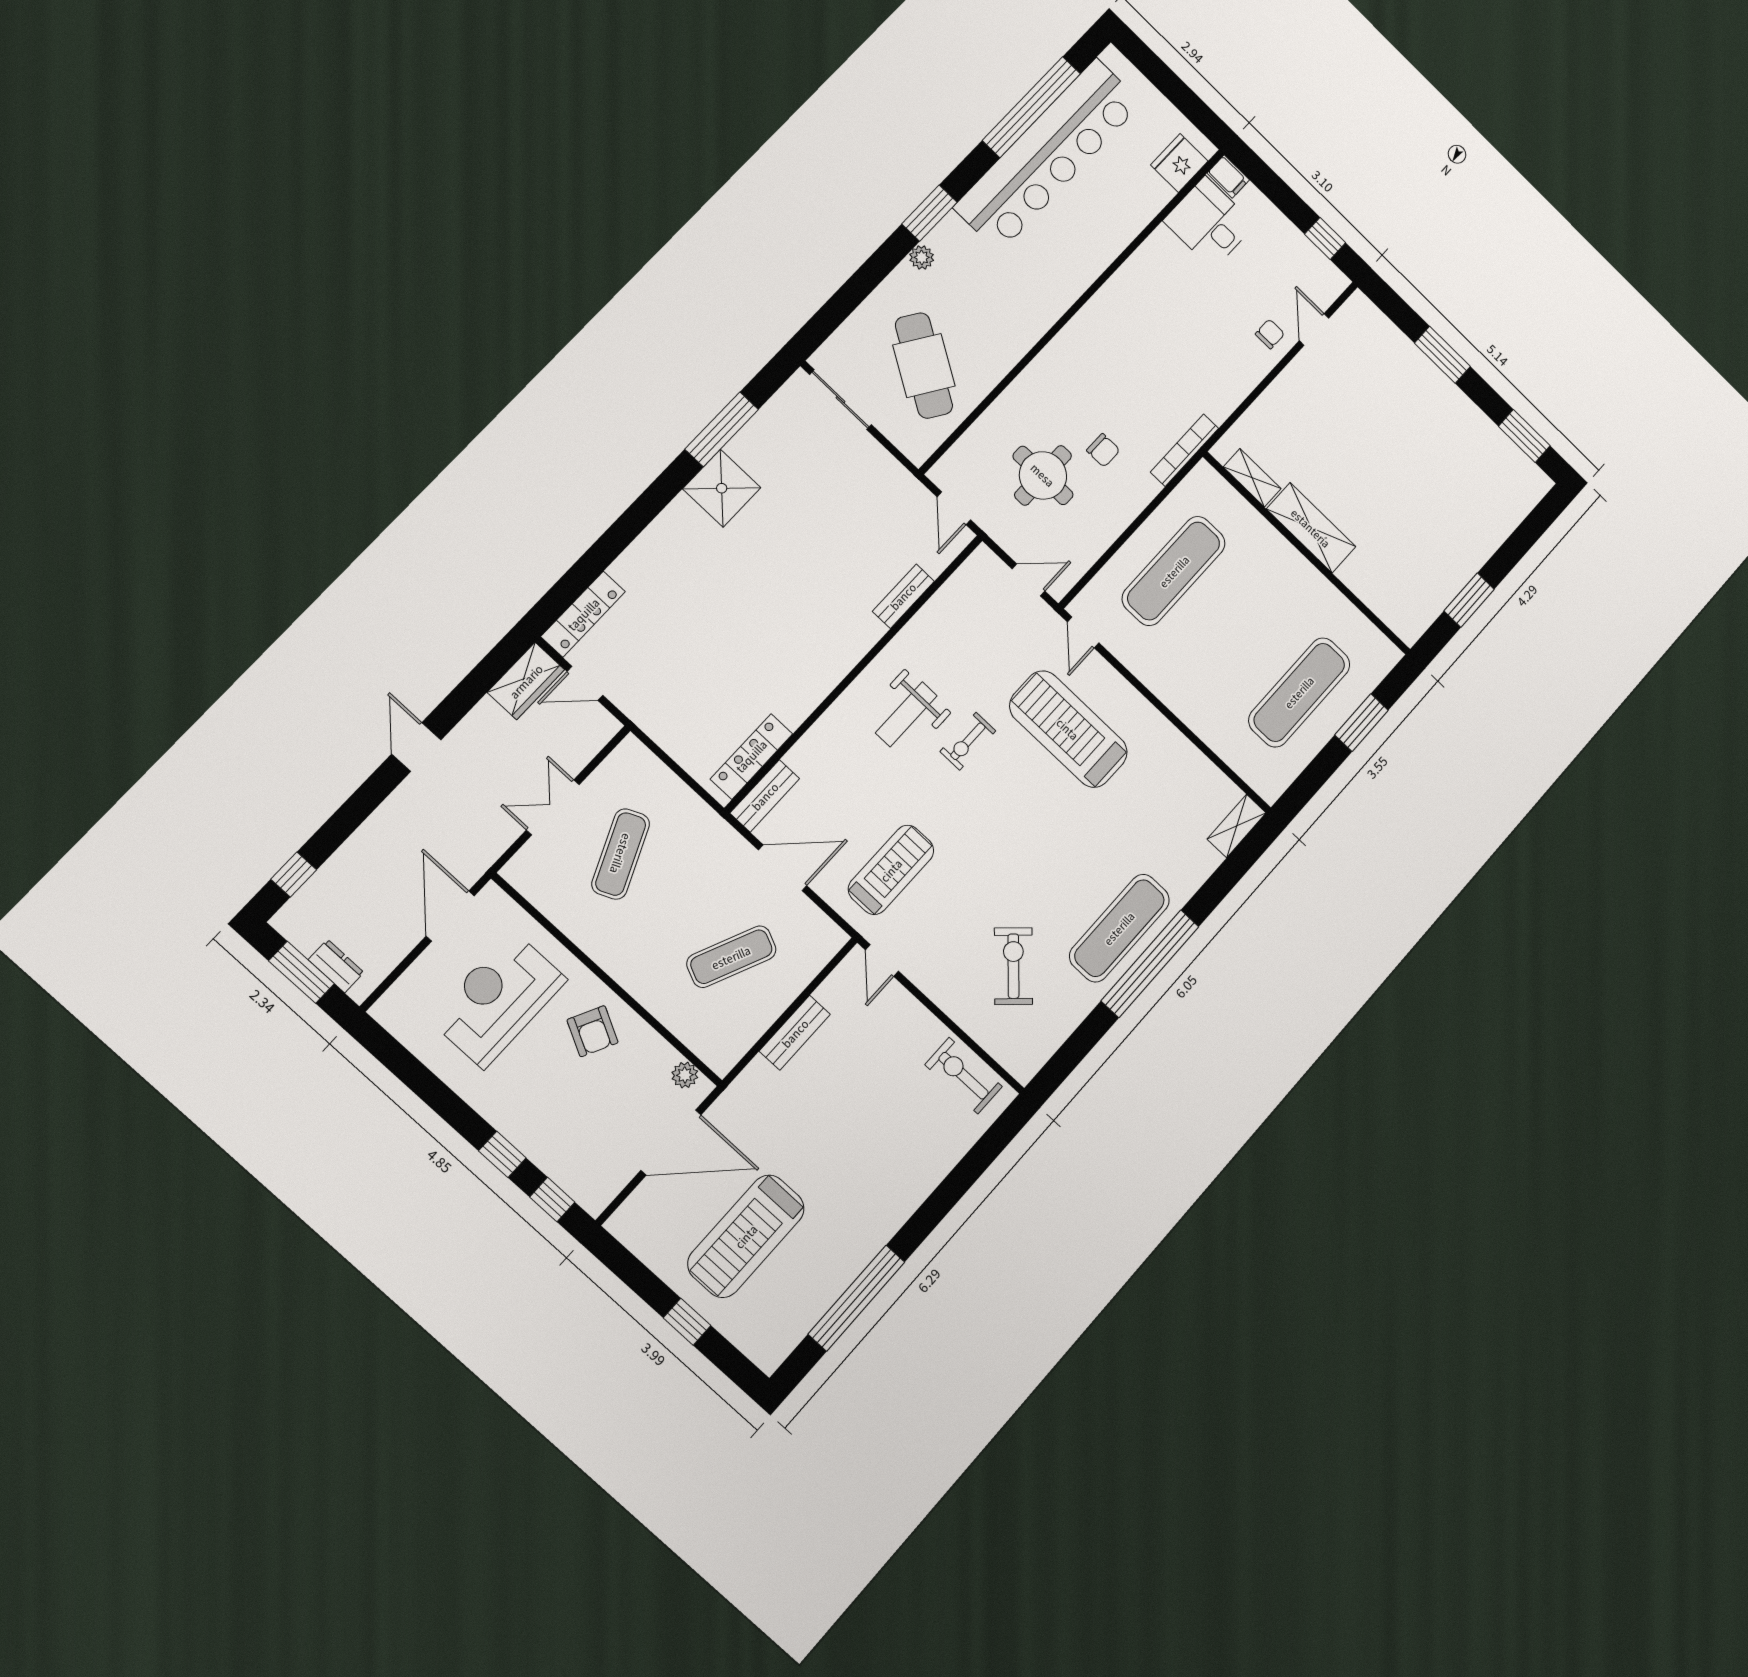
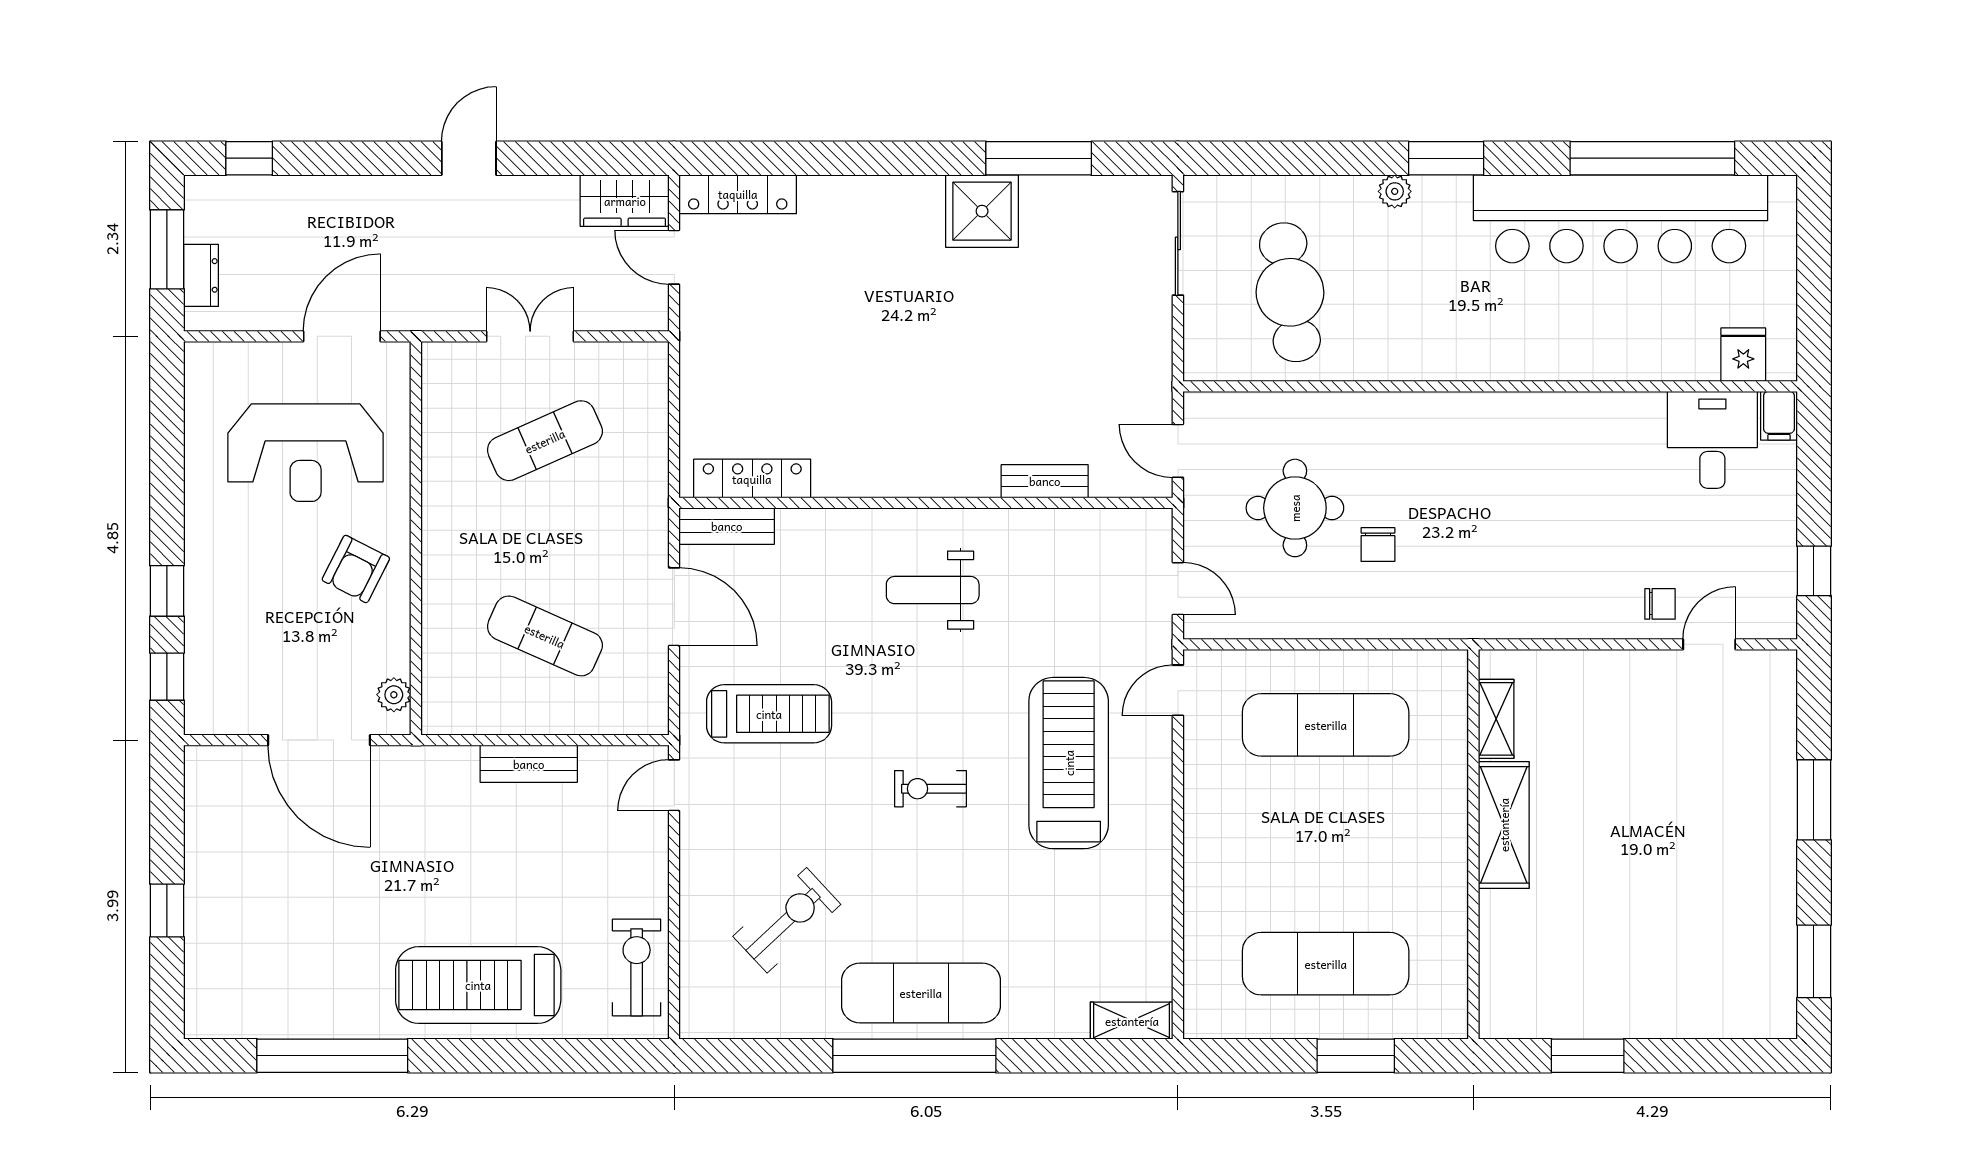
fridge: (1179, 163) -> (1743, 355), width x0.72
cafe table: (924, 366) -> (1290, 292), turned -40
bookcase: (1184, 450) -> (1457, 625), removed
door: (954, 508) -> (1178, 451), hinge flipped
exercise bike: (968, 741) -> (930, 789), moved
reception desk: (498, 999) -> (306, 453), turned 180
treadmill: (746, 1236) -> (478, 985), moved

